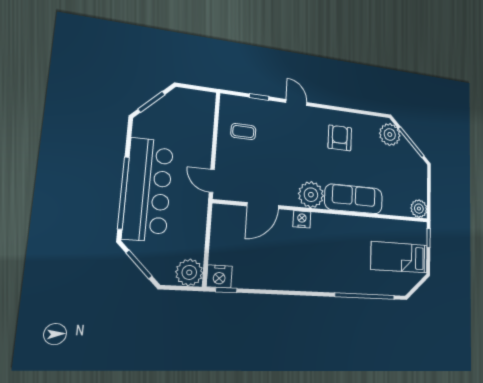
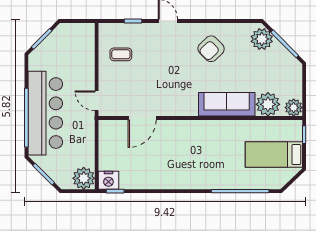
armchair: (340, 138) -> (211, 49), turned -134
plant: (311, 195) -> (268, 104), moved
nightstand: (302, 219) -> (178, 127), removed

